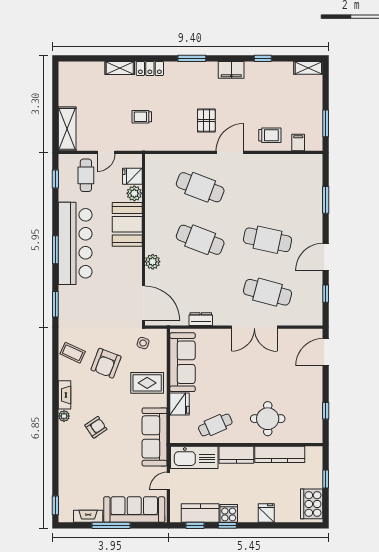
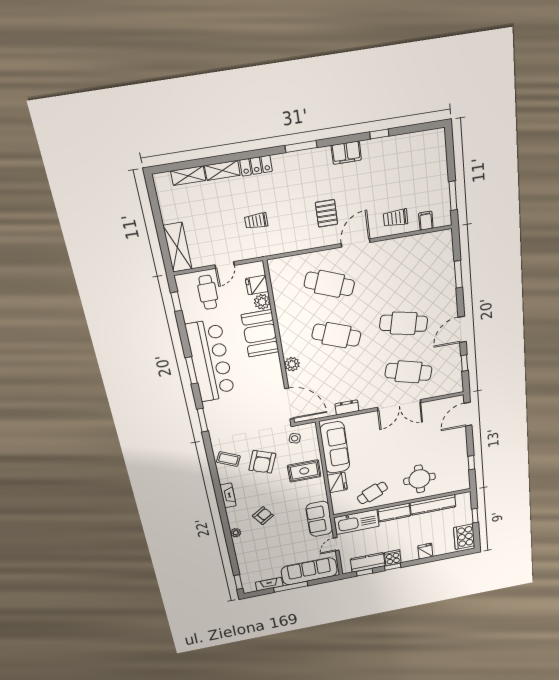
shelving: (308, 68) -> (188, 176), moved
trolley: (270, 135) -> (396, 218), turned 180
plant: (64, 416) -> (236, 533), moved
sofa: (155, 437) -> (319, 519), width x0.73

